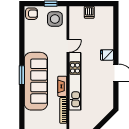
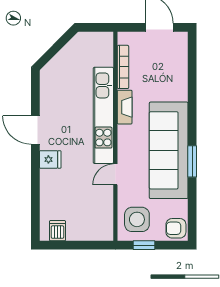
dishwasher: (89, 12) -> (58, 231), moved
window: (22, 75) -> (192, 161), moved
sofa: (36, 81) -> (169, 150), moved

